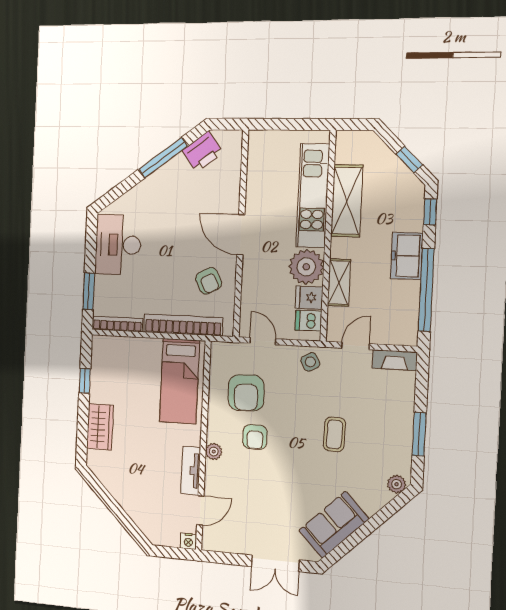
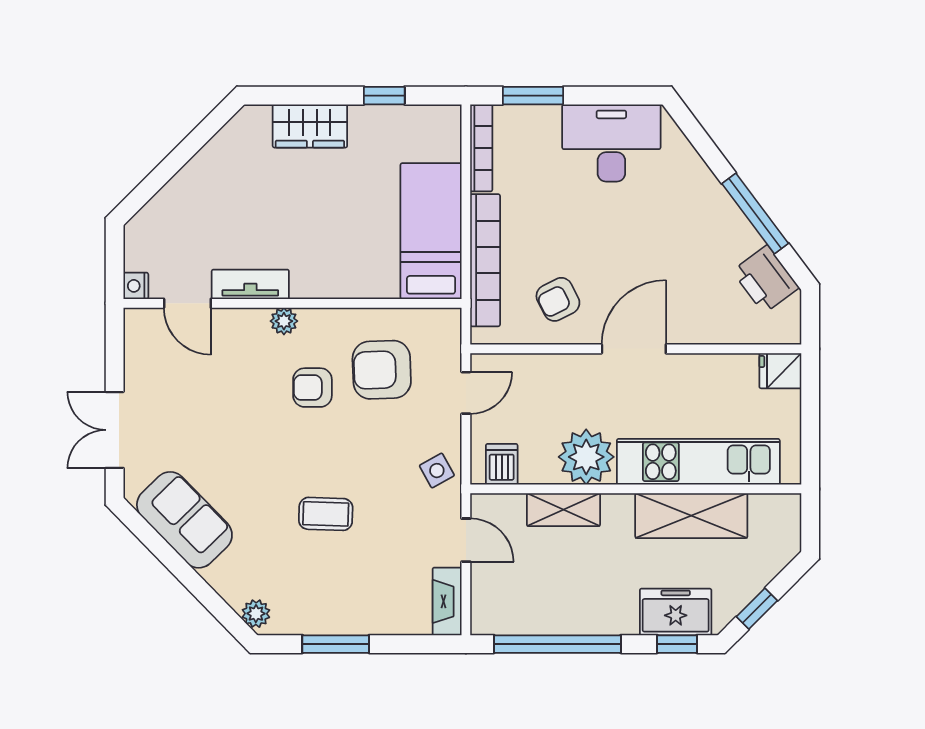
freezer: (407, 256) -> (676, 612), moved
fridge: (309, 298) -> (780, 371), moved, turned -90
bed: (180, 381) -> (431, 231), moved, turned 90

